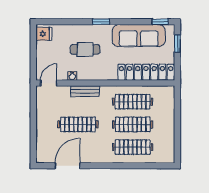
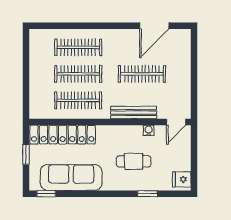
window: (101, 22) -> (147, 194), moved
window: (177, 43) -> (26, 154), moved
bench: (85, 91) -> (134, 113), width x1.36

